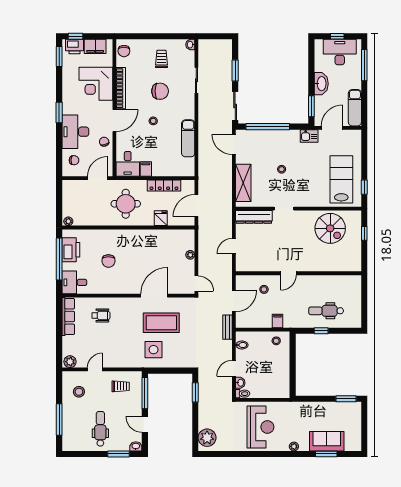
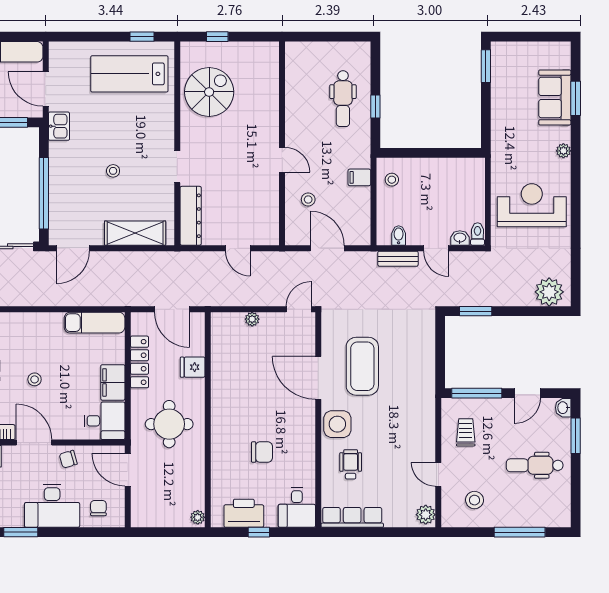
exam couch: (188, 138) -> (95, 323), moved
filing cabinet: (146, 169) -> (113, 382), width x2.00
window: (59, 259) -> (259, 532), width x0.32
bench: (228, 327) -> (398, 259), moved
side table: (154, 350) -> (337, 424), moved

